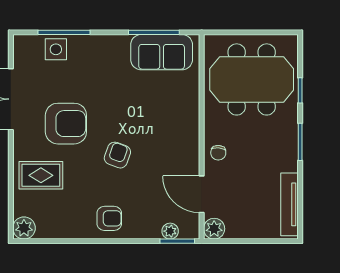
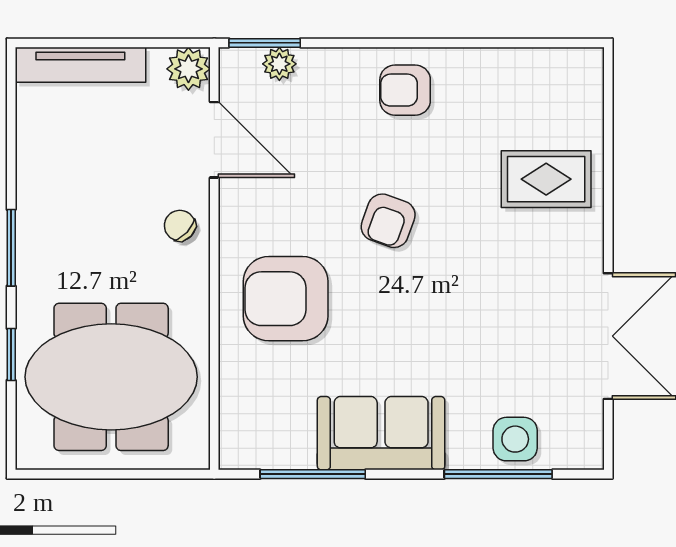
sofa: (162, 52) -> (381, 433), moved
armchair: (66, 124) -> (286, 299), moved
chair: (218, 153) -> (180, 226), turned -52
tv unit: (289, 204) -> (80, 65), moved, turned 90
plant: (24, 228) -> (581, 70), removed

